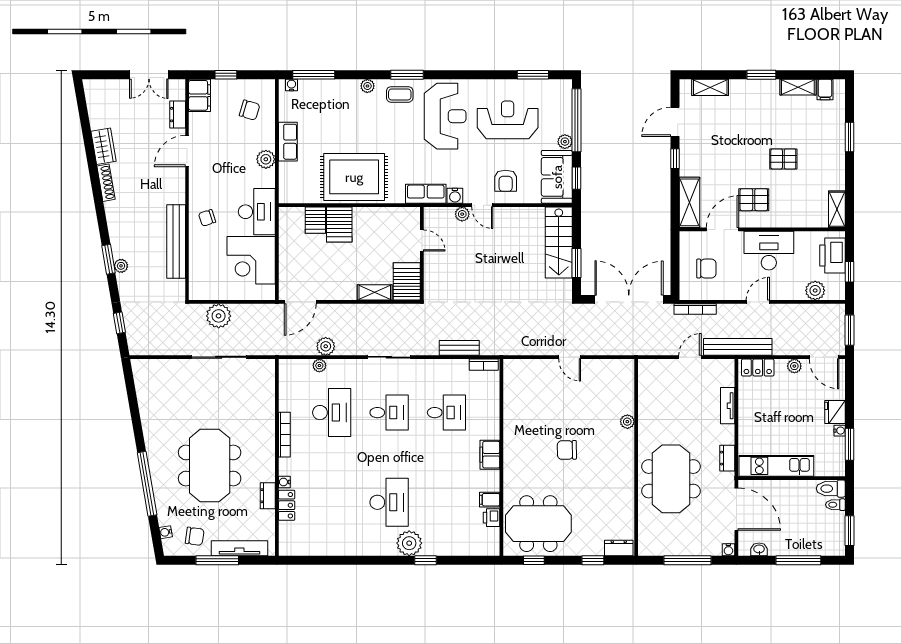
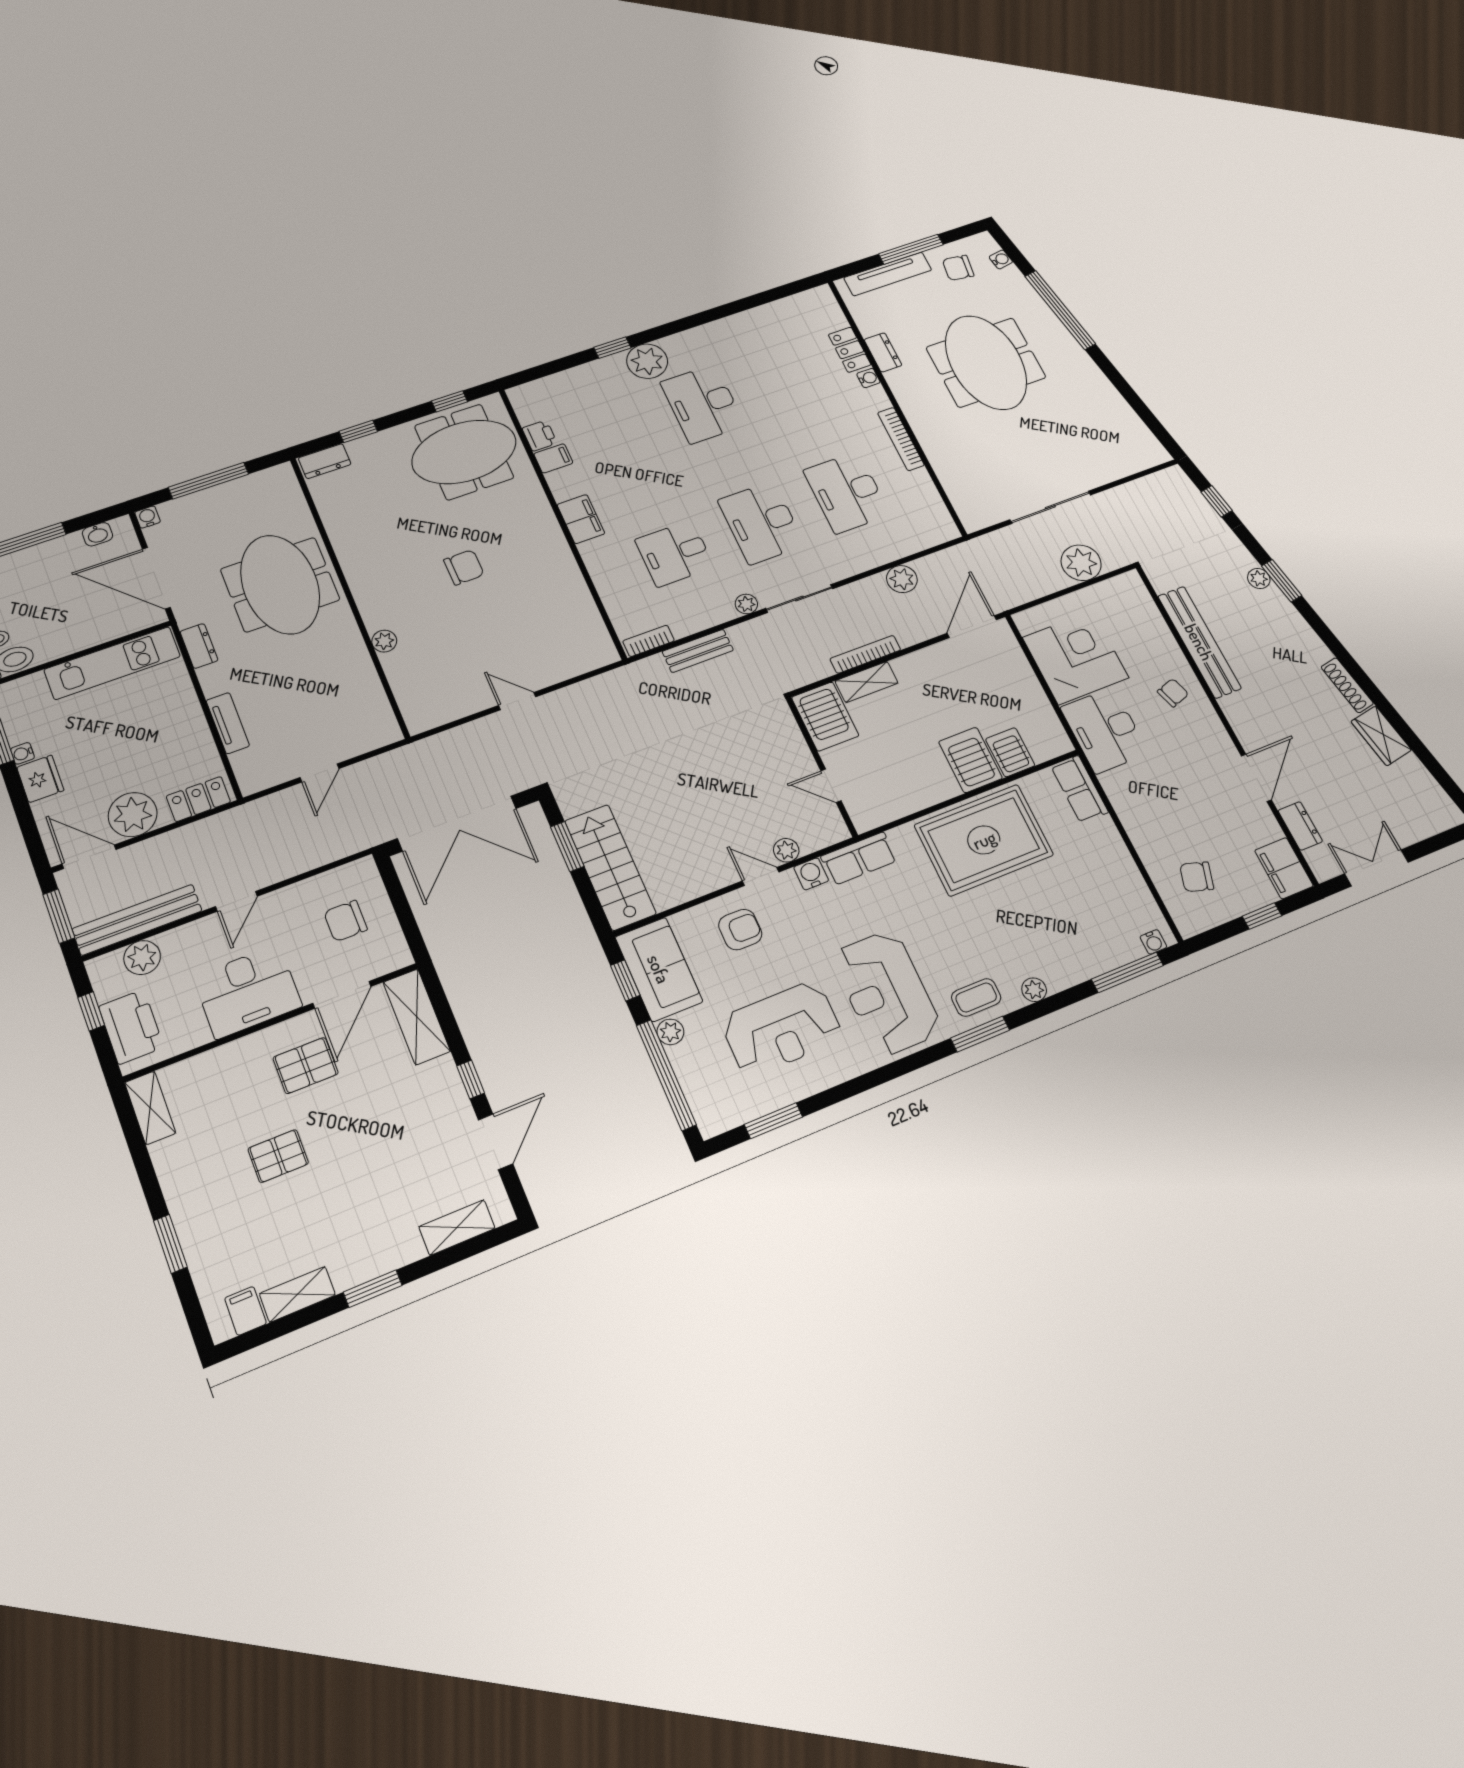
row of seats: (288, 142) -> (1080, 789), moved
plant: (266, 159) -> (1132, 813), removed
armchair: (506, 181) -> (740, 929), turned 90
bookcase: (695, 309) -> (865, 654), moved
bench: (738, 347) -> (137, 920), moved
plant: (319, 366) -> (746, 604), moved
plant: (794, 366) -> (133, 815), width x1.87, depth x1.87
desk: (389, 413) -> (761, 523), width x1.37

